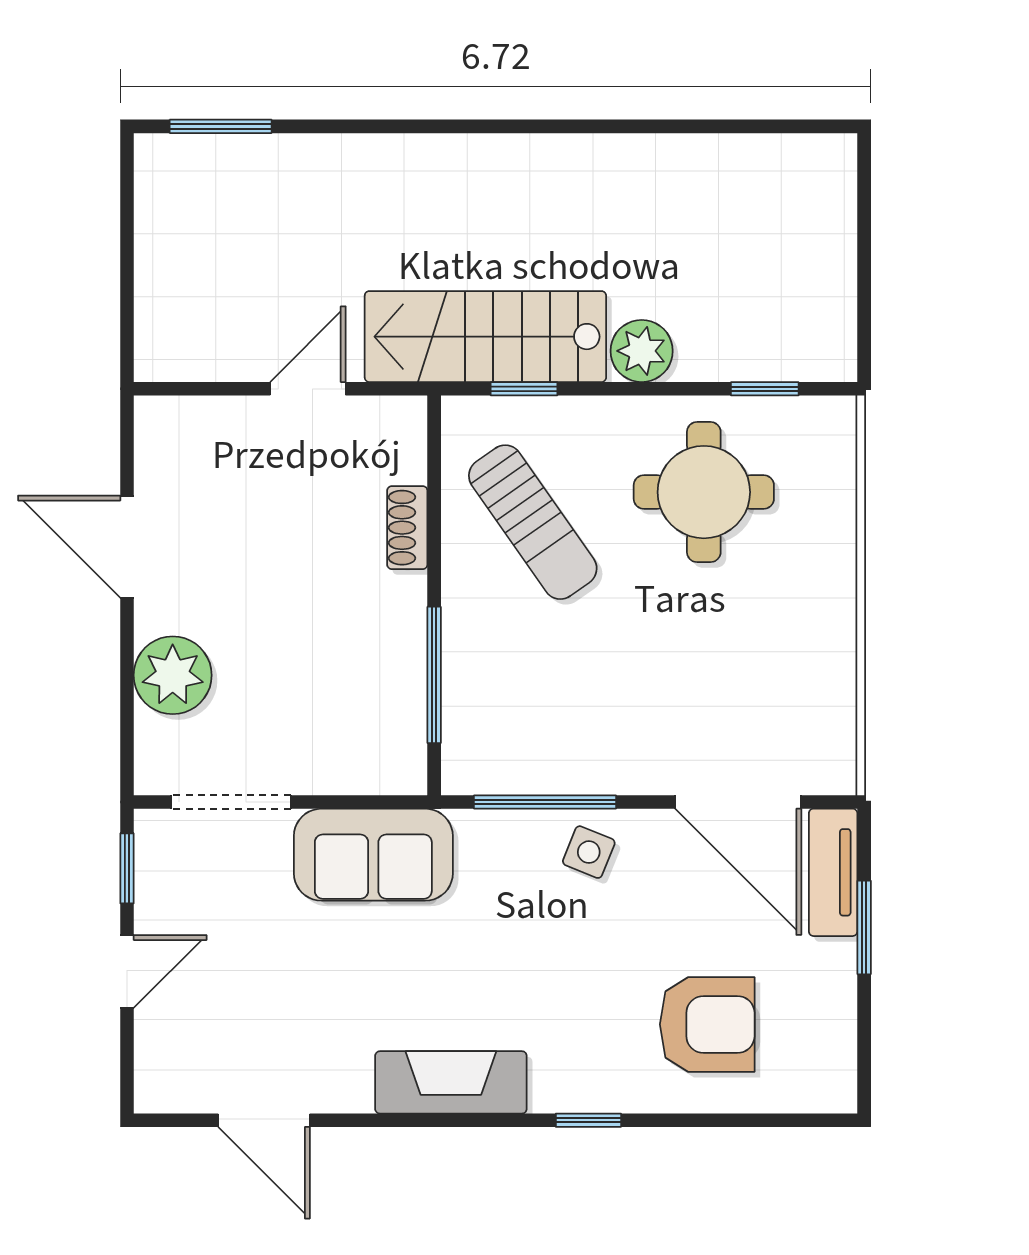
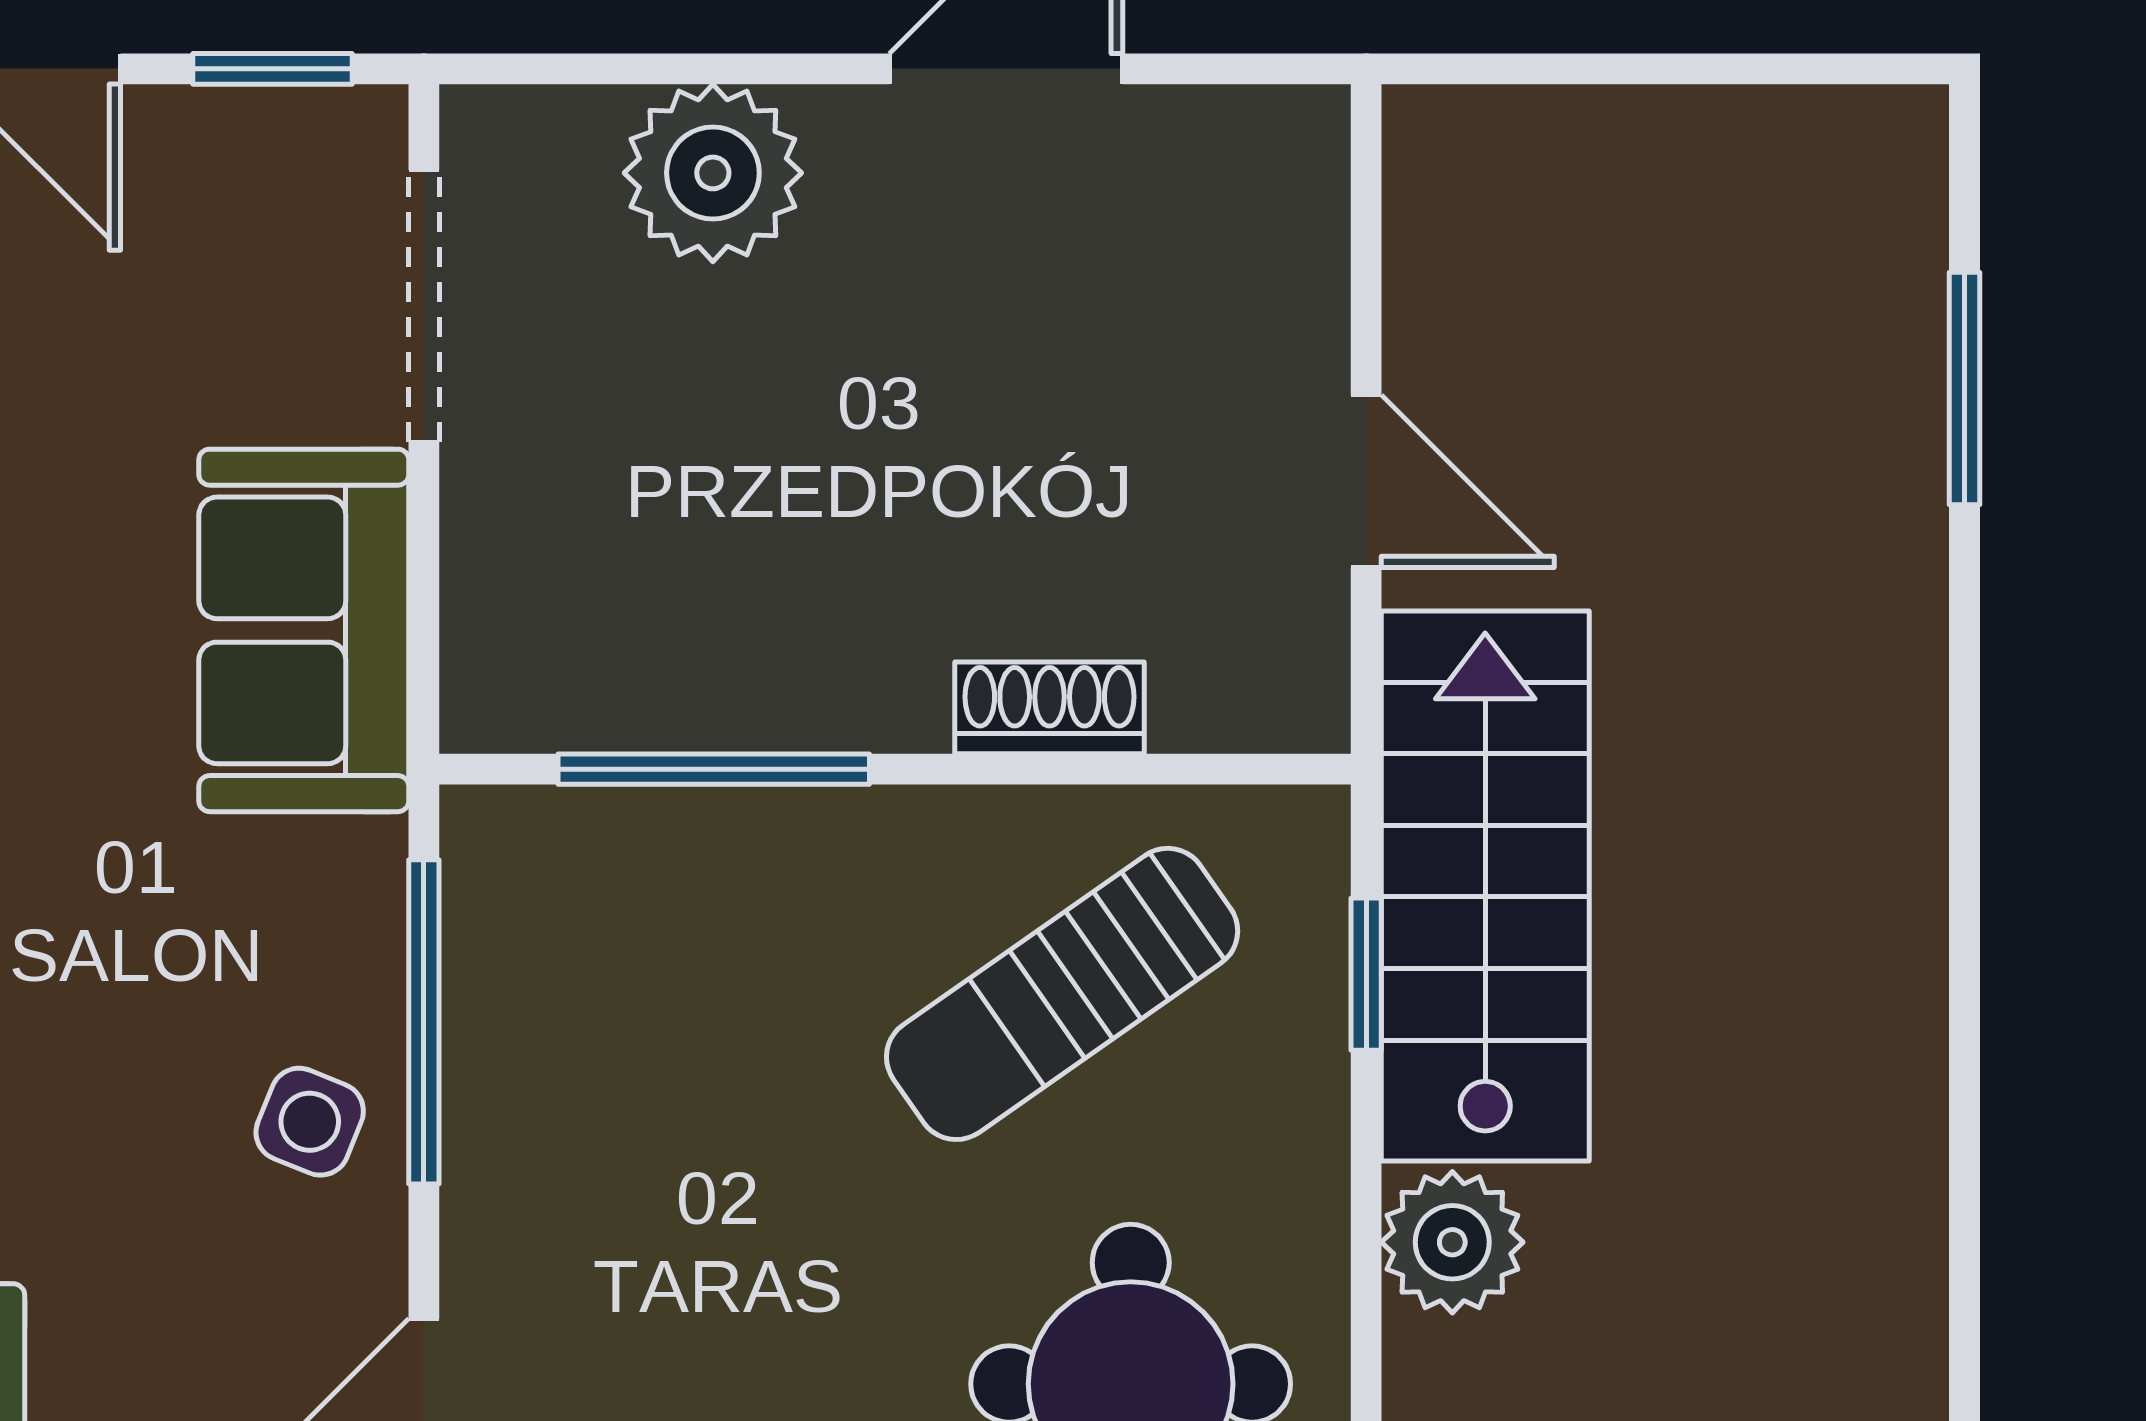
window: (221, 126) -> (1964, 388), moved

